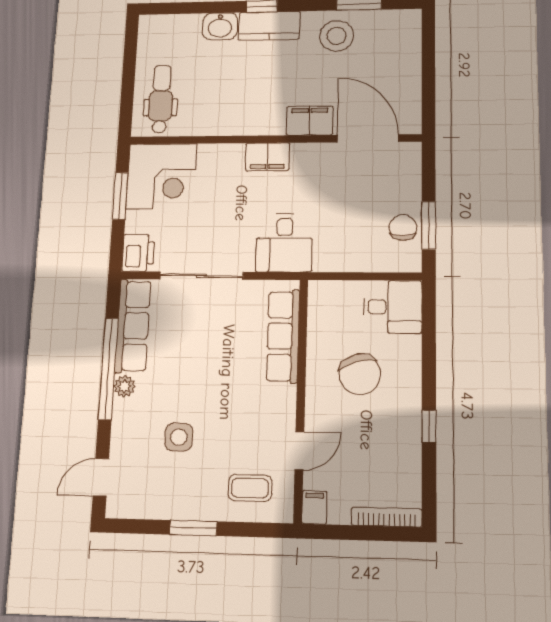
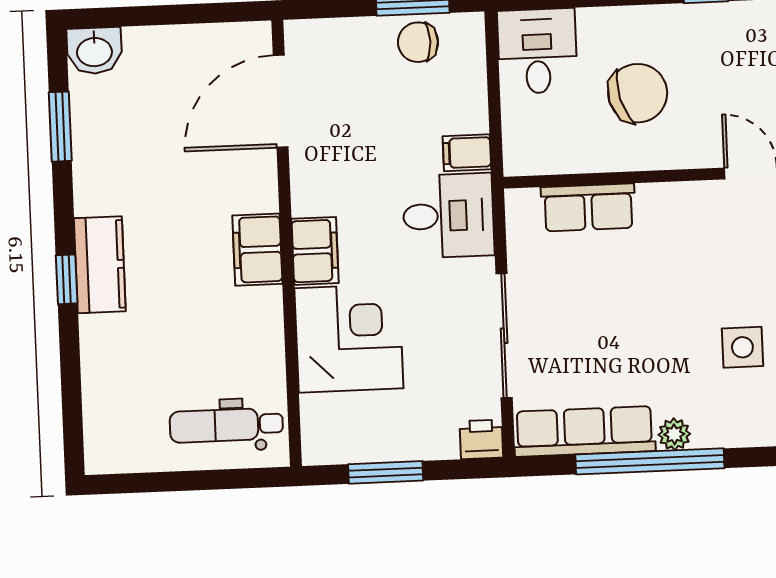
washbasin: (220, 26) -> (94, 51), moved, turned 90
stool: (337, 36) -> (114, 158), removed
filing cabinet: (310, 121) -> (257, 250), moved
corner desk: (161, 176) -> (349, 338), moved
printer: (138, 253) -> (481, 439), width x0.73, depth x0.81
filing cabinet: (326, 257) -> (467, 153), added
row of seats: (283, 336) -> (588, 207), width x0.68

